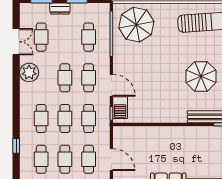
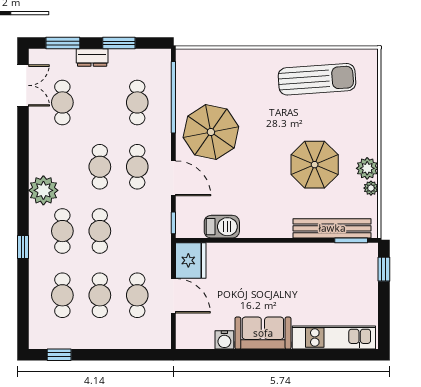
parasol: (136, 25) -> (211, 132), moved
double door: (16, 42) -> (23, 85), moved
plant: (29, 72) -> (43, 190), moved
barbecue: (120, 108) -> (222, 227), moved, turned -90
cafe table: (89, 119) -> (137, 231), removed
fridge: (122, 137) -> (191, 260), added
window: (16, 146) -> (23, 247), moved

